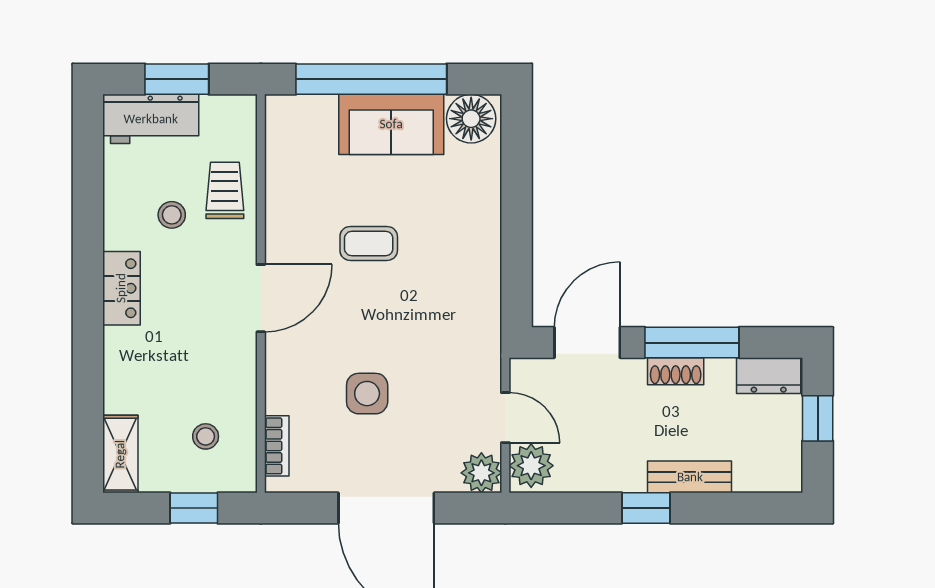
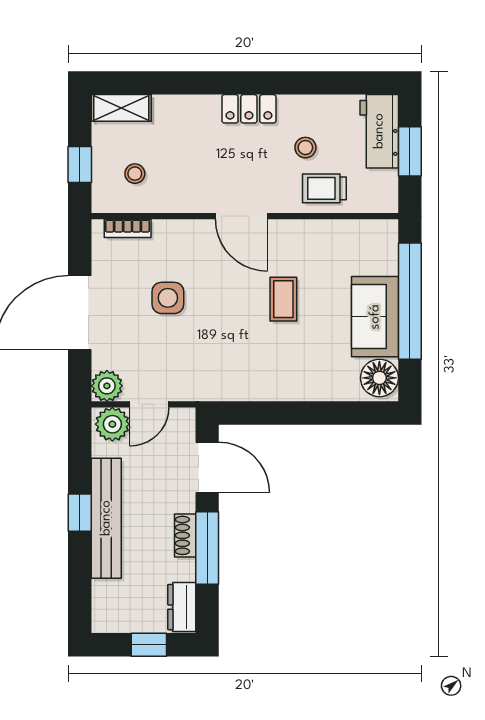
trolley: (225, 190) -> (324, 188), turned 180
bench: (690, 477) -> (106, 518), width x1.86, depth x1.21

